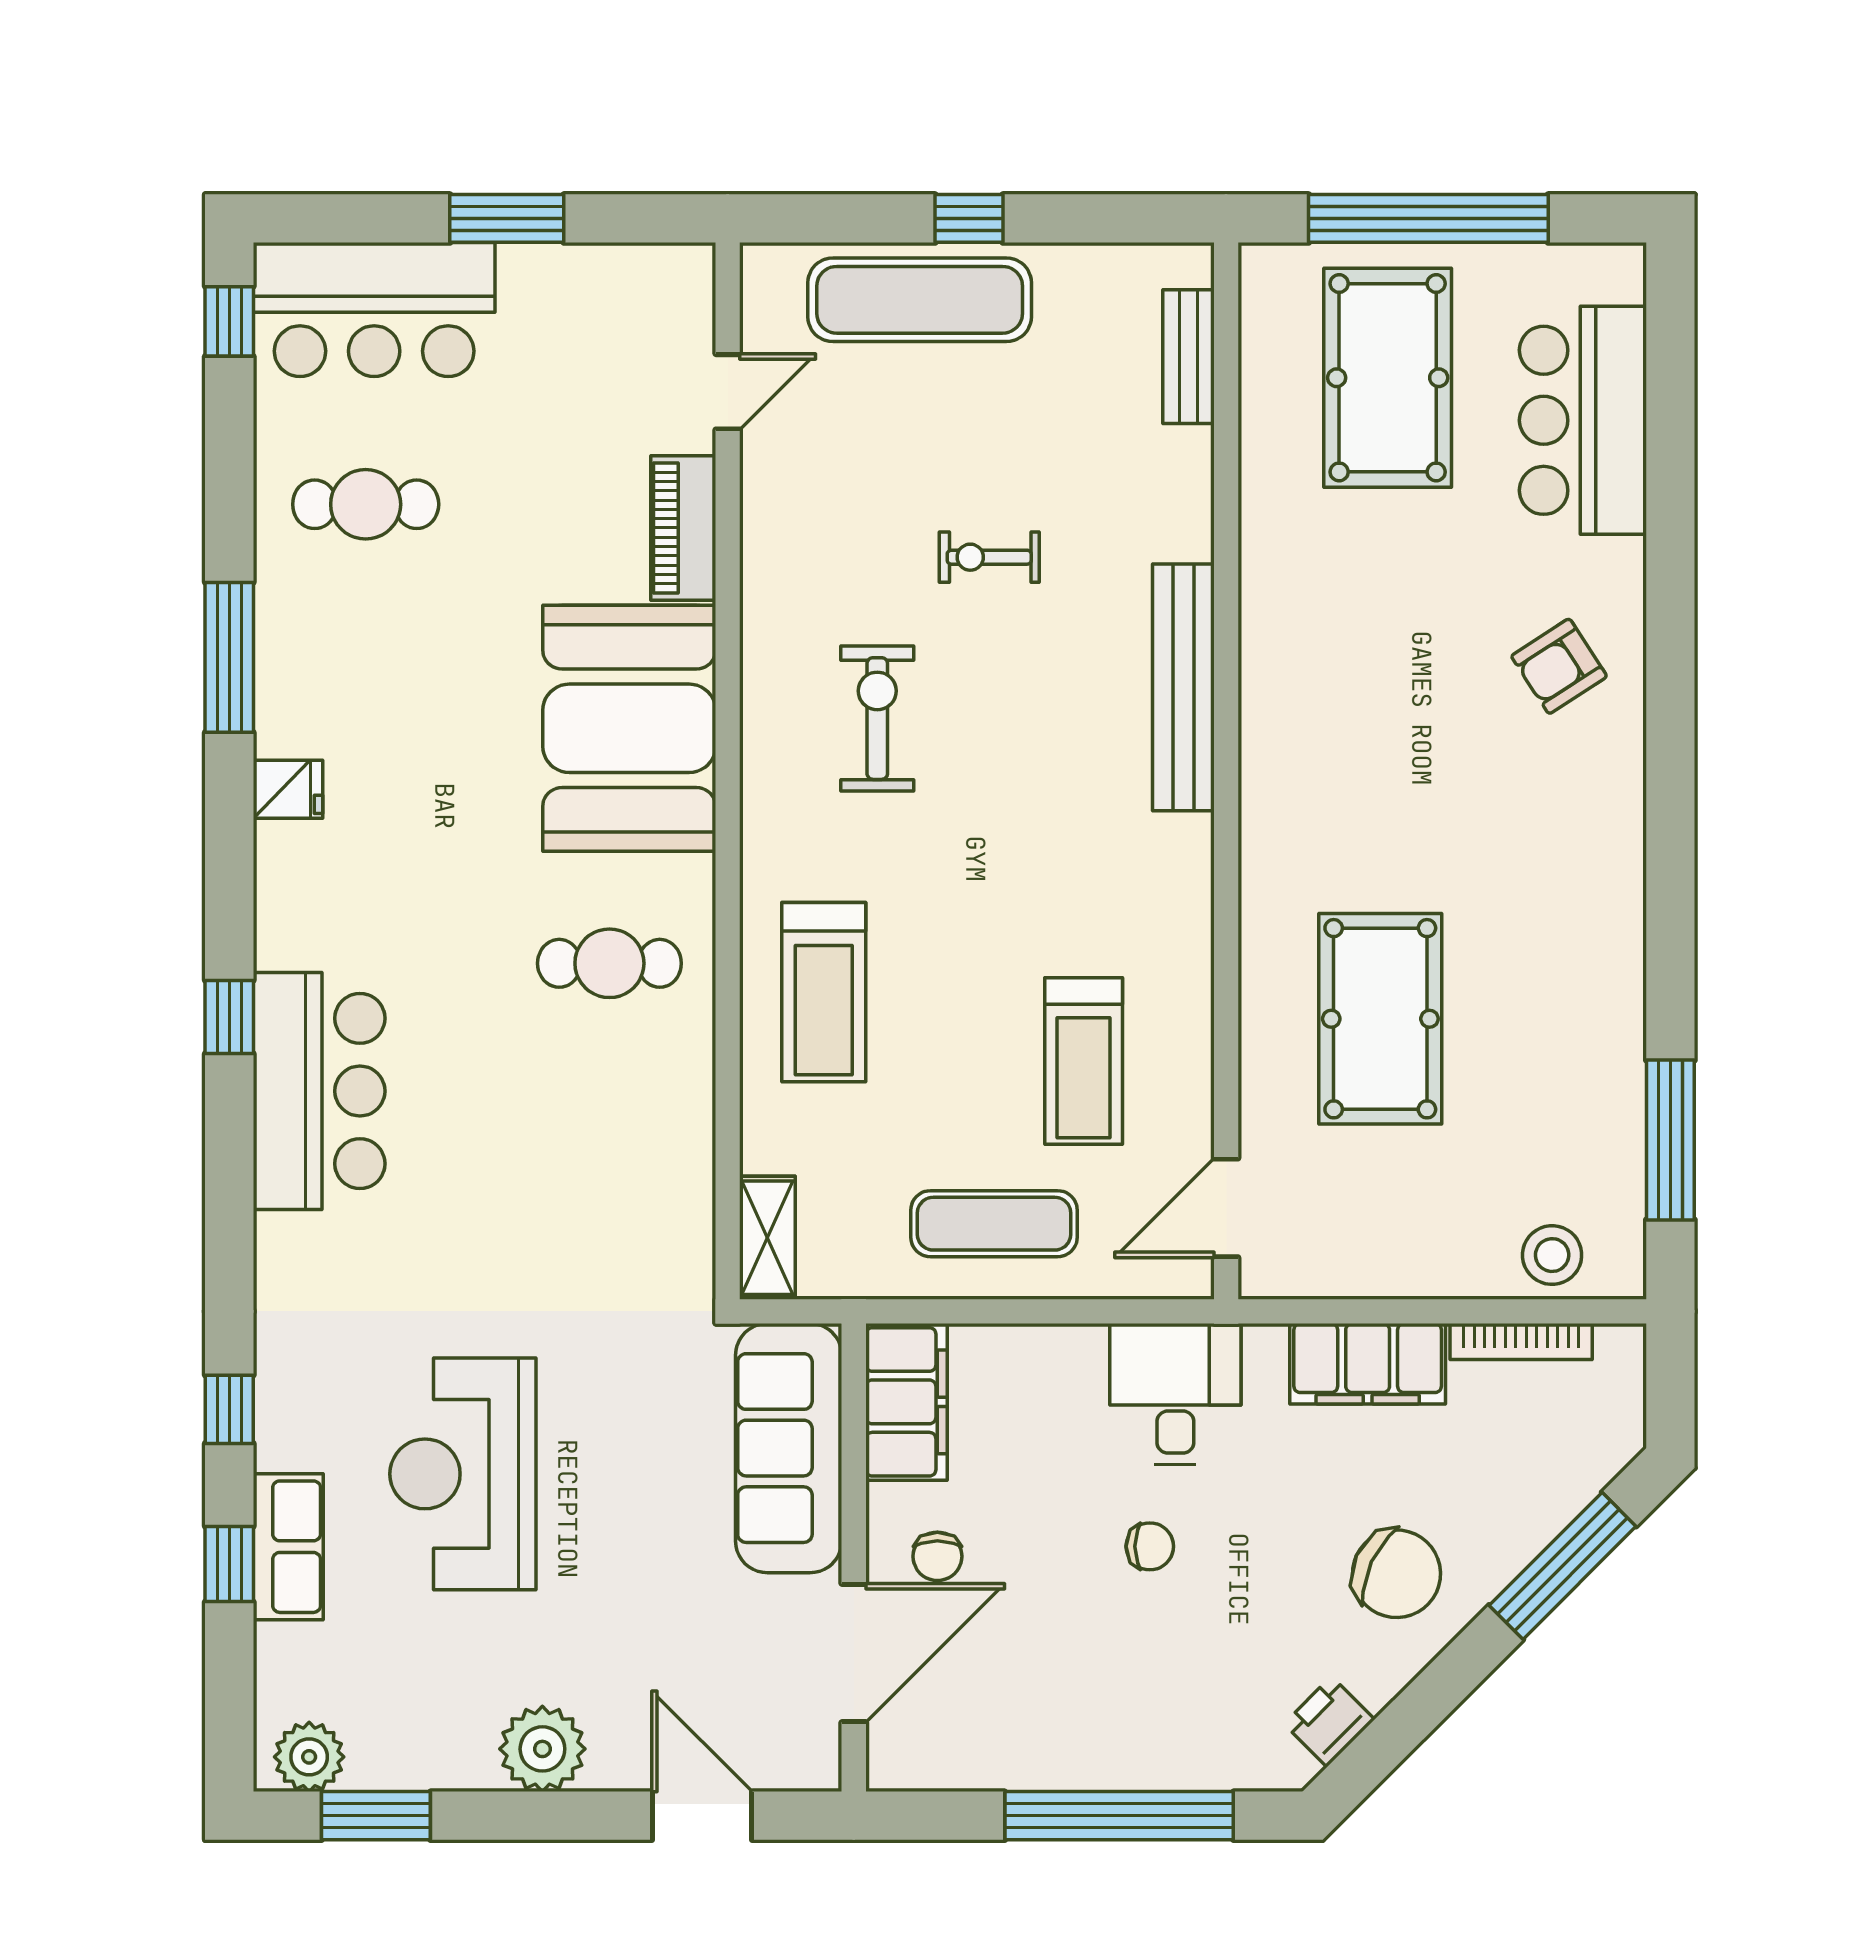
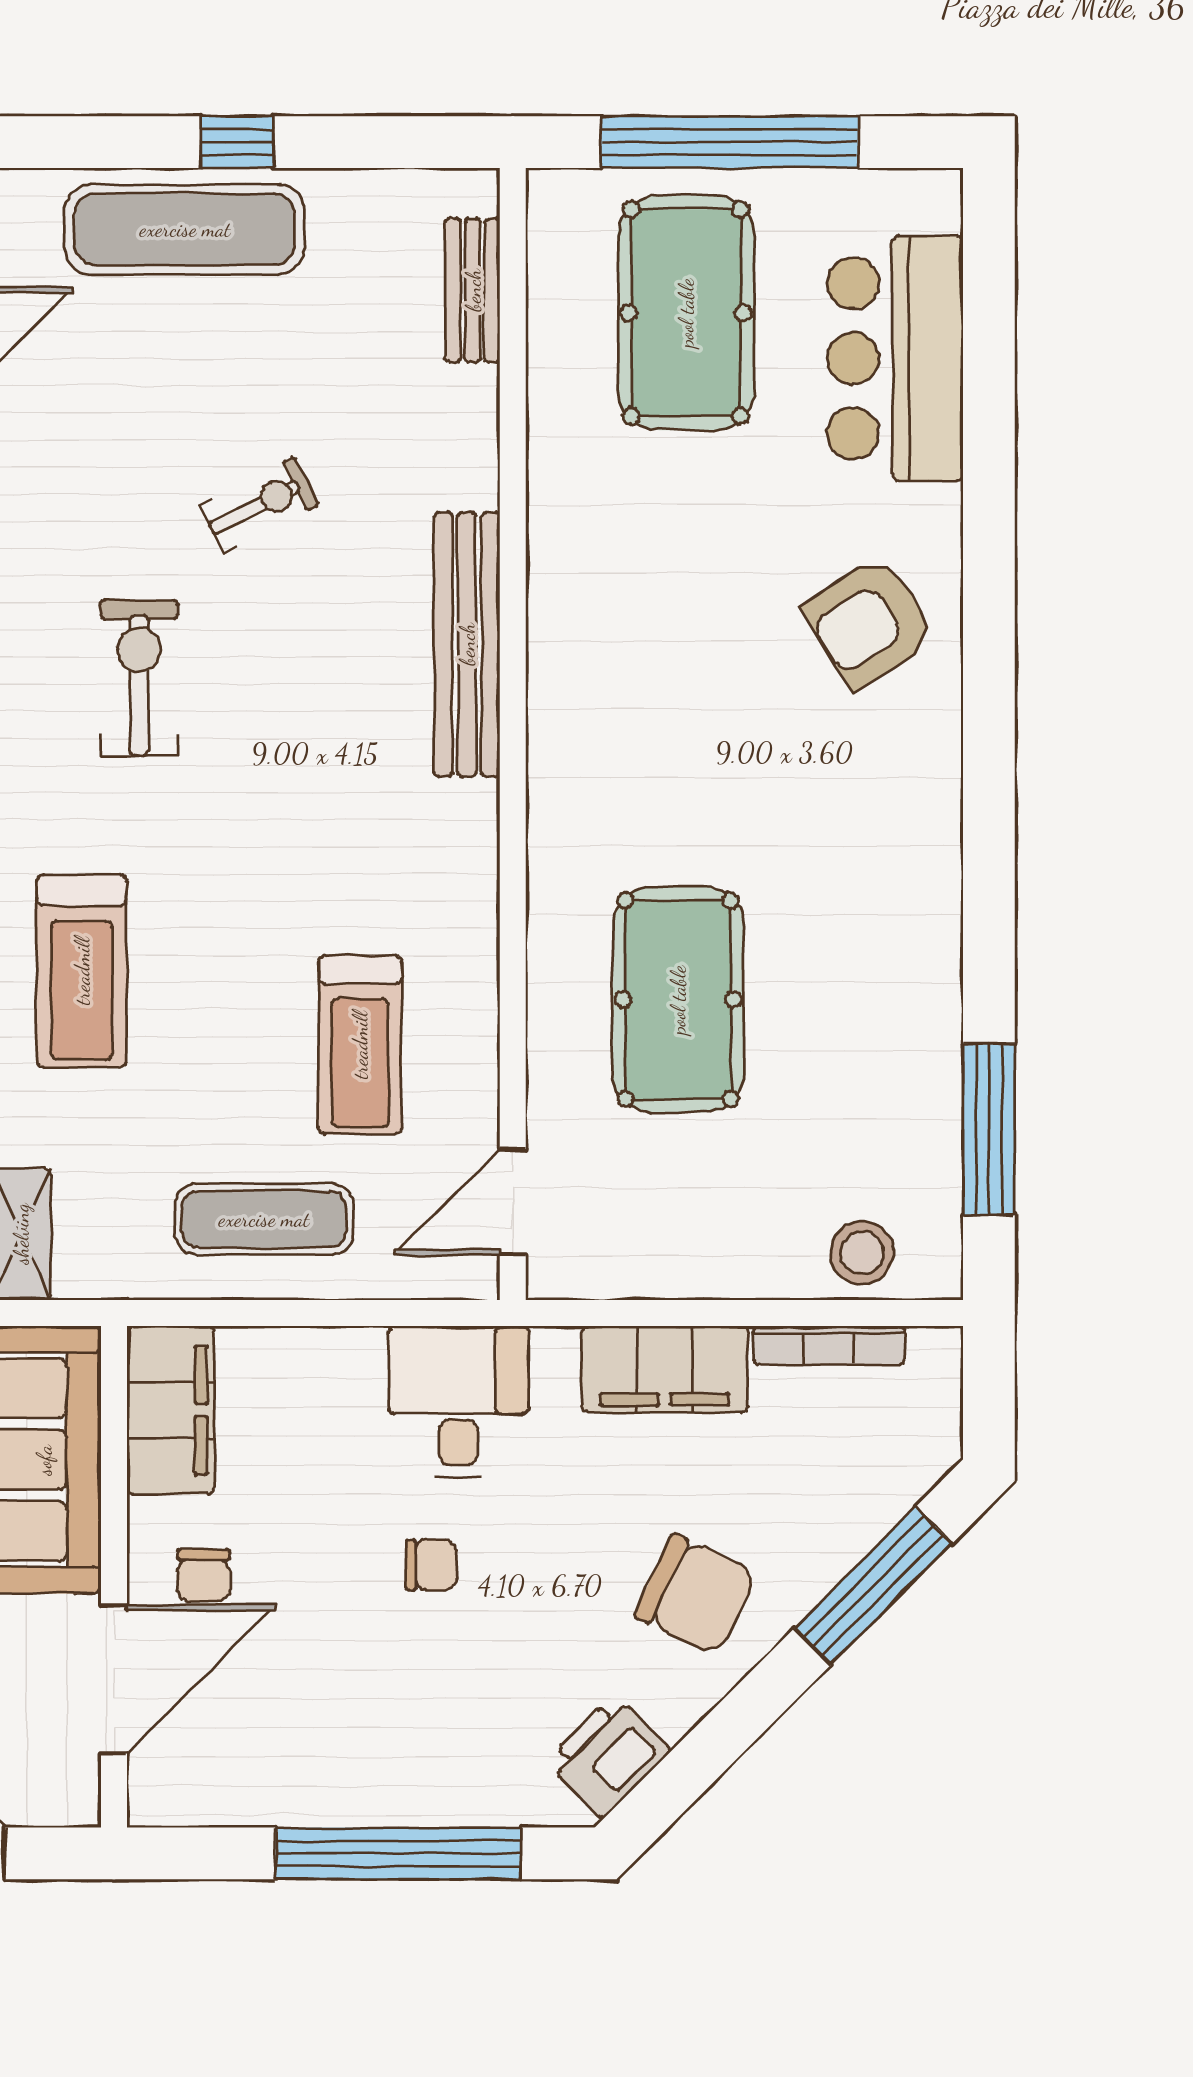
exercise bike: (989, 557) -> (259, 505), turned 153
armchair: (1559, 666) -> (870, 622), width x1.38, depth x1.38
printer: (1329, 1722) -> (608, 1756), width x1.36, depth x1.24

